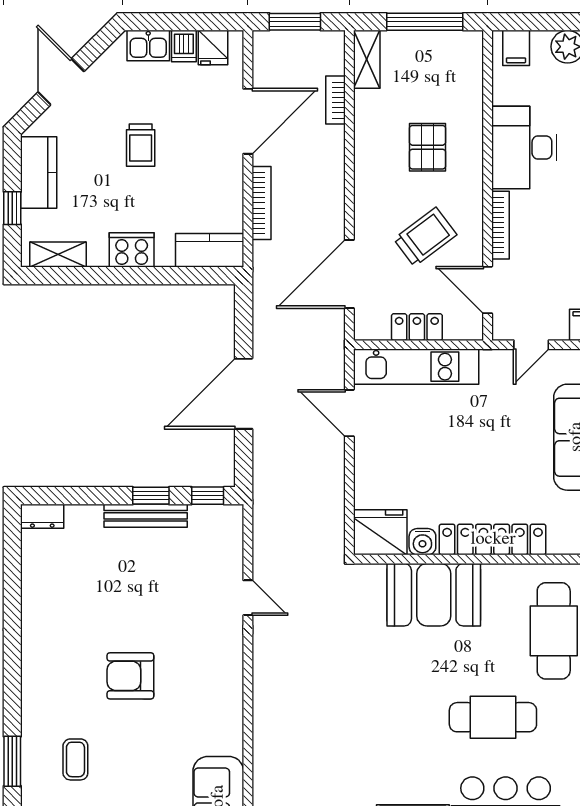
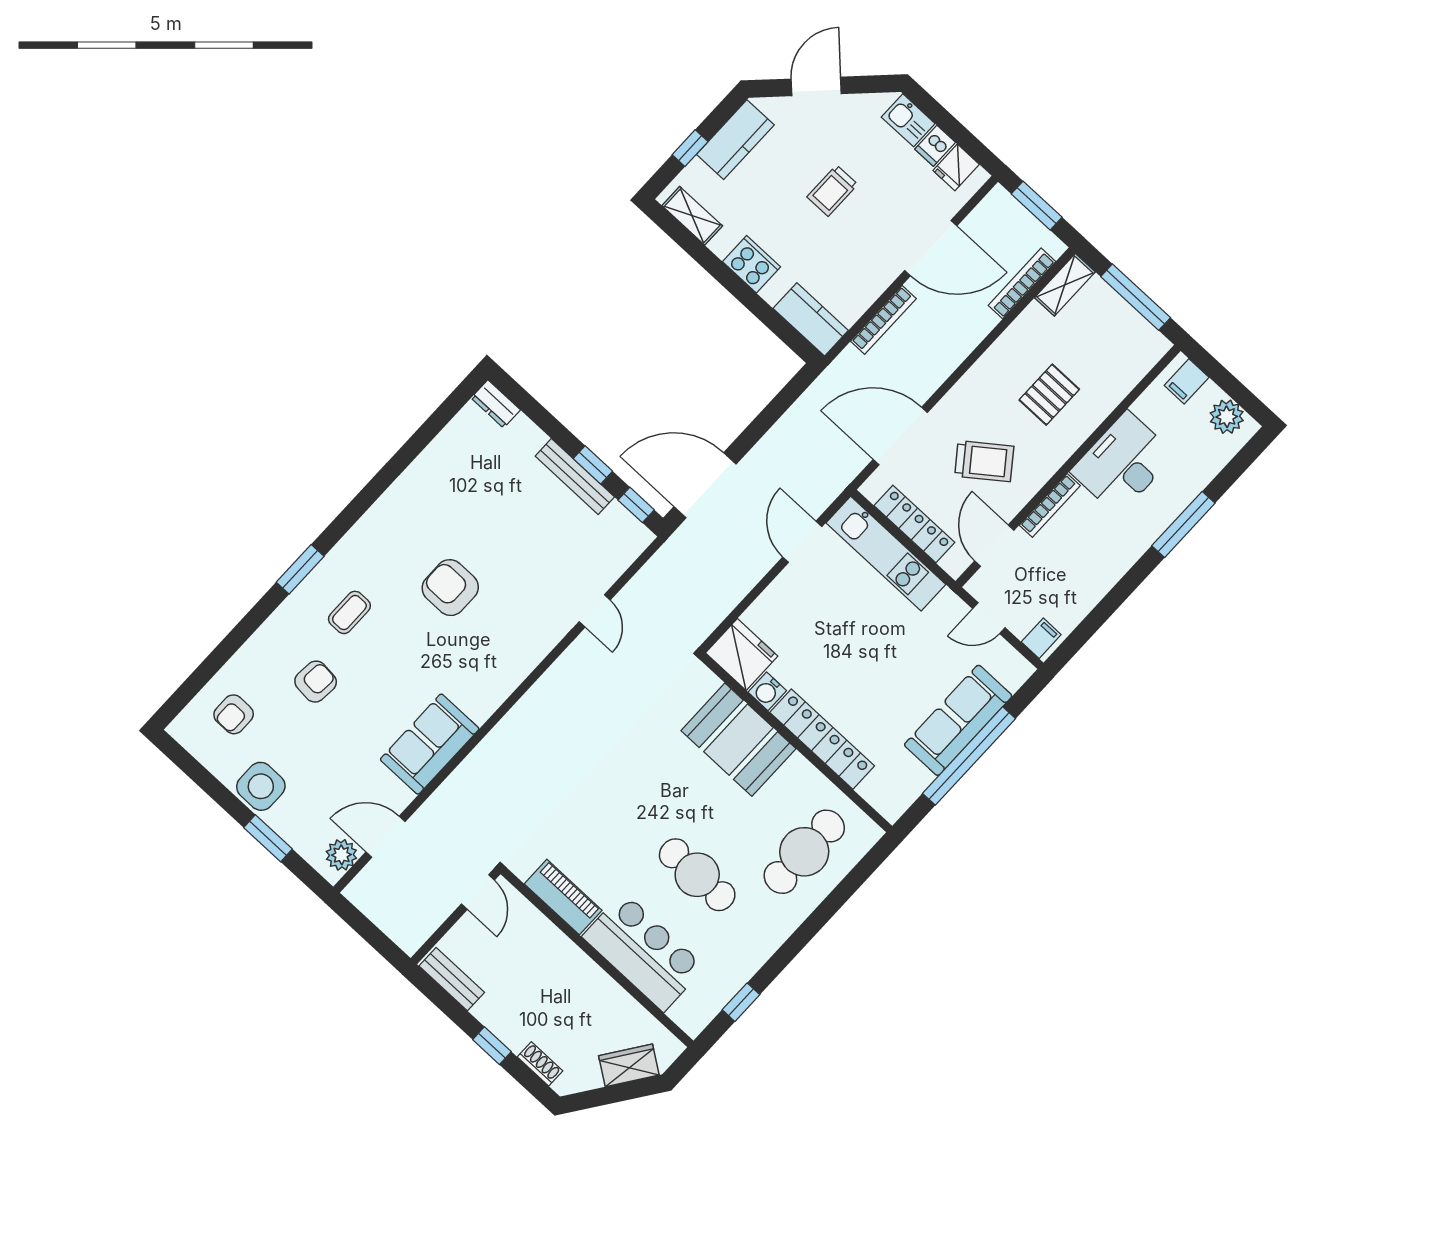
bookcase: (335, 100) -> (1022, 283), width x1.56
locker: (417, 327) -> (914, 524), width x1.53
door: (244, 394) -> (705, 485), moved

